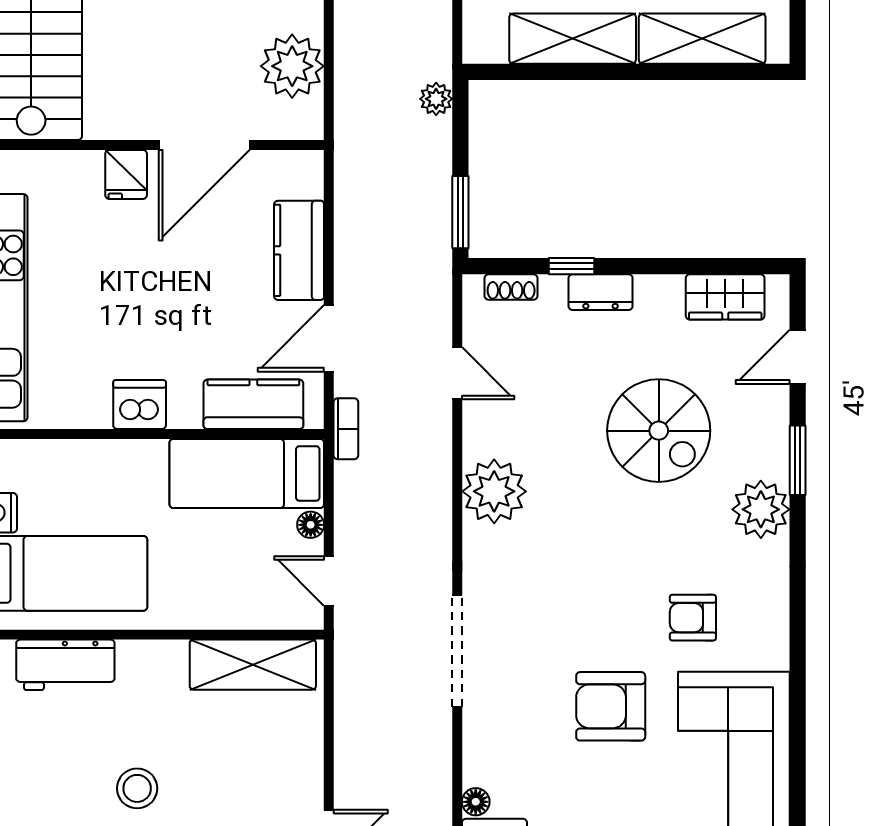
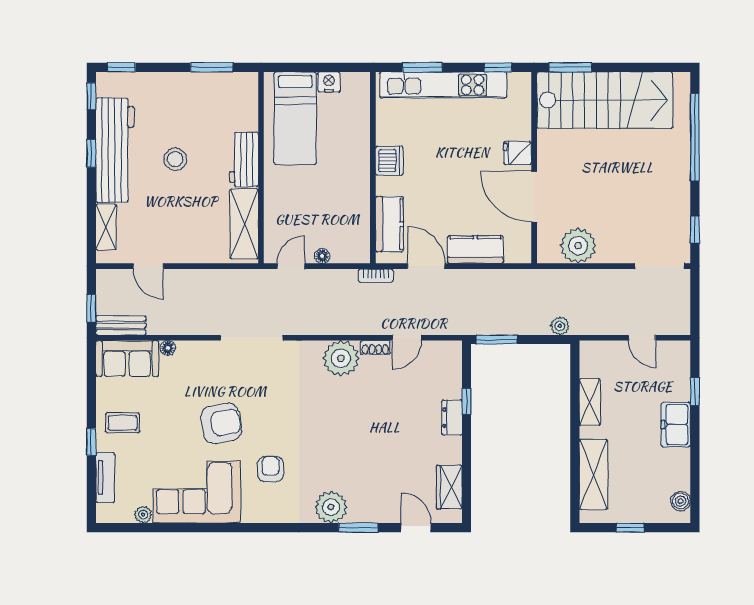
shelving: (573, 39) -> (590, 402), width x0.67, depth x0.75
shoe rack: (511, 287) -> (375, 348), moved, turned -90
spiral stairs: (659, 431) -> (375, 450), removed
bed: (247, 473) -> (351, 220), removed
workbench: (65, 665) -> (244, 159), moved
armchair: (611, 706) -> (221, 423), turned 80

